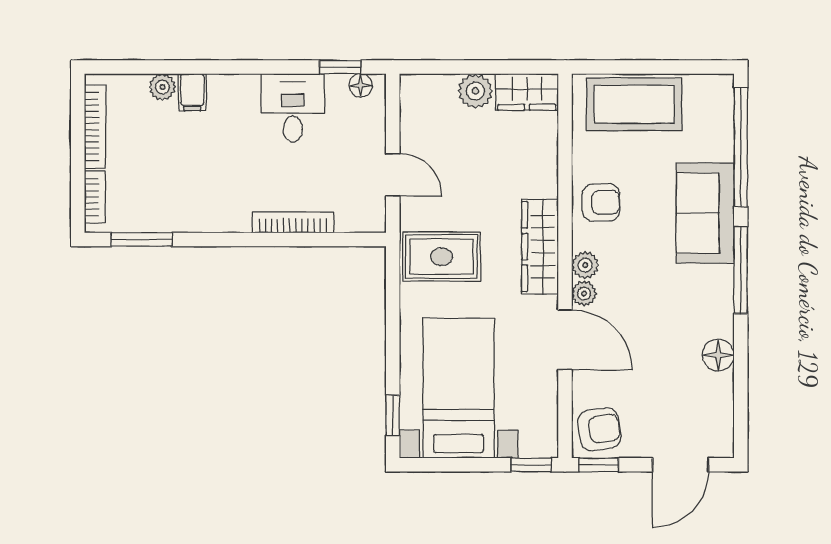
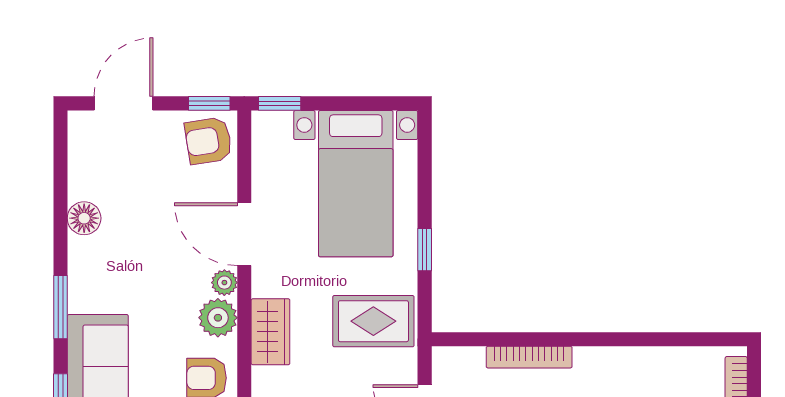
window: (142, 239) -> (687, 339), removed
wardrobe: (540, 247) -> (270, 332), width x0.67
plant: (585, 265) -> (218, 318), width x1.38, depth x1.38
window: (741, 270) -> (60, 307), width x0.69
window: (393, 415) -> (425, 250), moved

